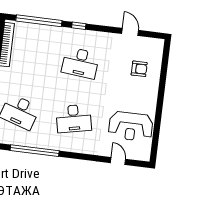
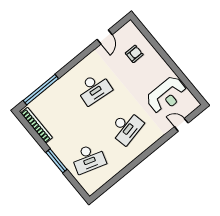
window: (79, 26) -> (69, 67), removed
door: (130, 32) -> (105, 37), swing flipped
window: (35, 151) -> (123, 173), removed

